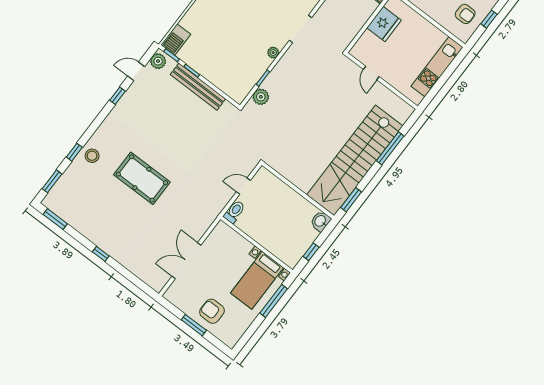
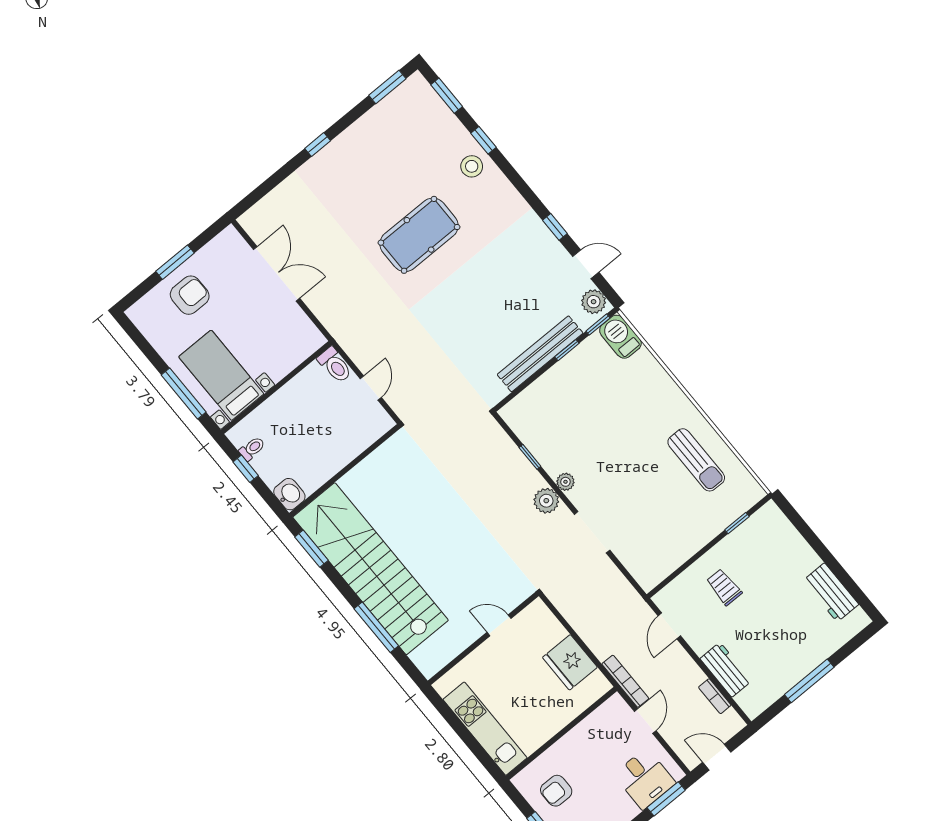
door: (136, 71) -> (586, 264), hinge flipped
plant: (261, 97) -> (546, 501), moved
toilet: (298, 251) -> (252, 448), added

